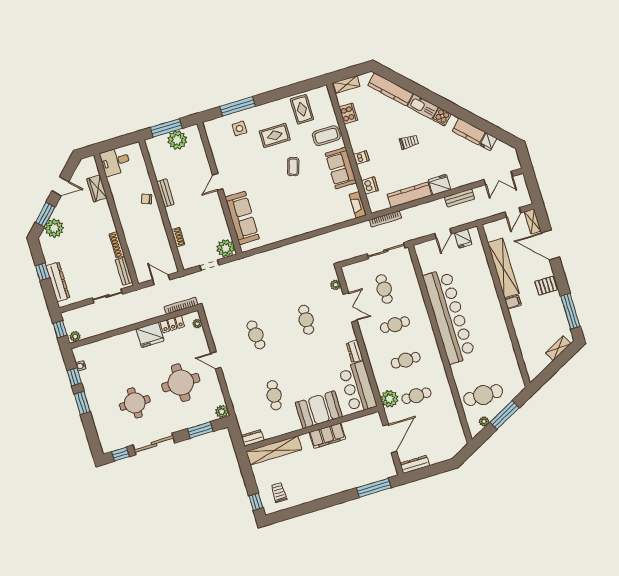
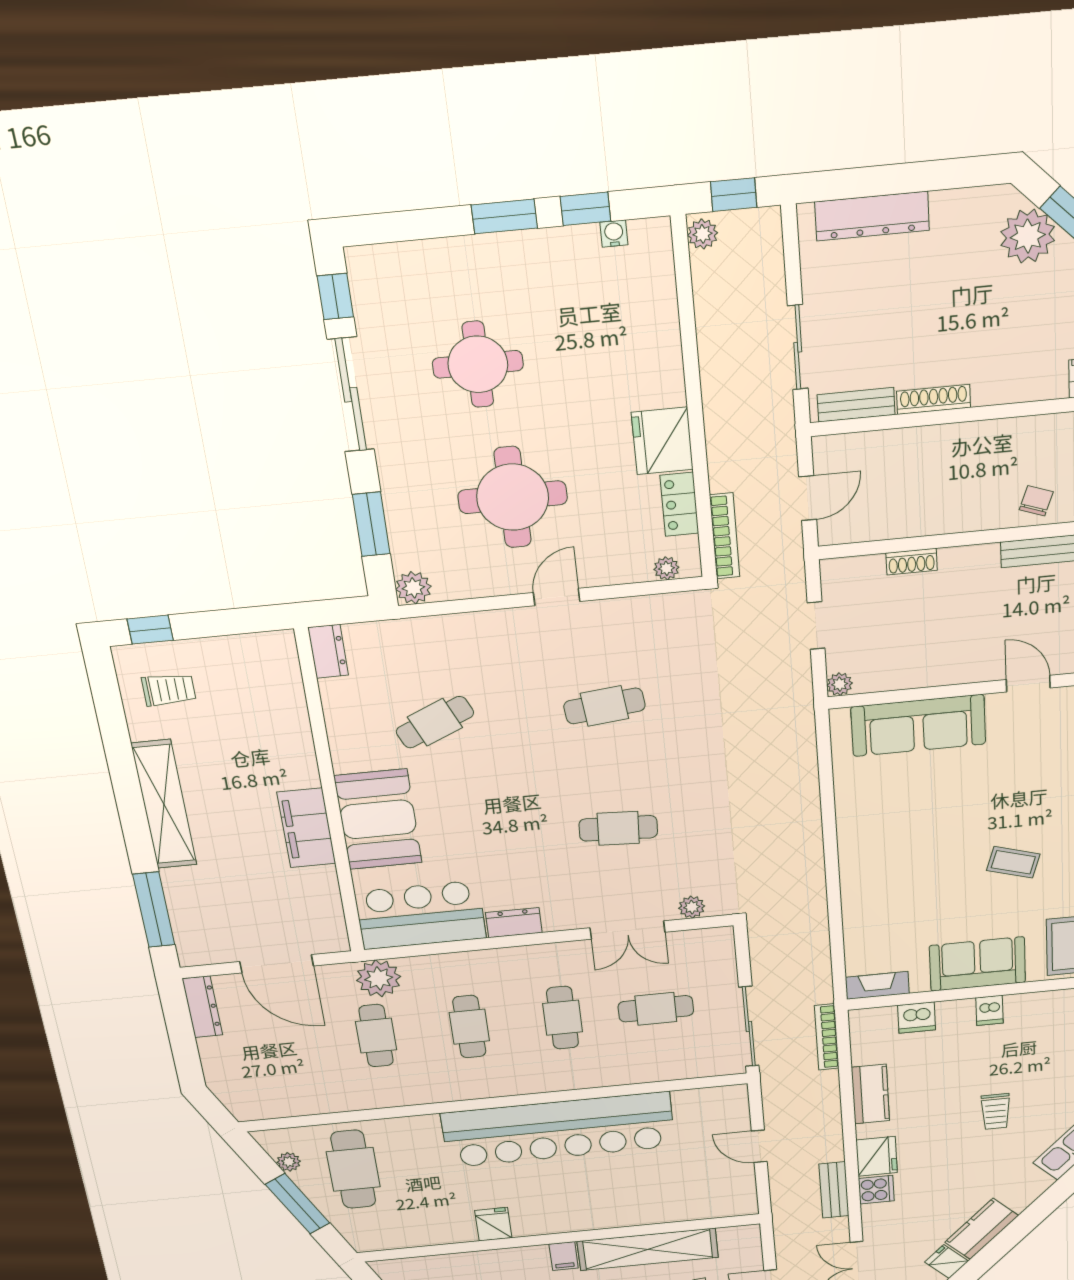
cooker: (442, 117) -> (876, 1190), moved, turned 135
kitchen counter: (409, 195) -> (870, 1094), width x0.67
fridge: (463, 239) -> (493, 1224), moved, turned 90
plant: (226, 248) -> (840, 684), width x0.53, depth x0.53
window: (43, 272) -> (912, 178), removed
cafe table: (274, 395) -> (435, 722), turned -30
shelving: (274, 450) -> (164, 804), moved

